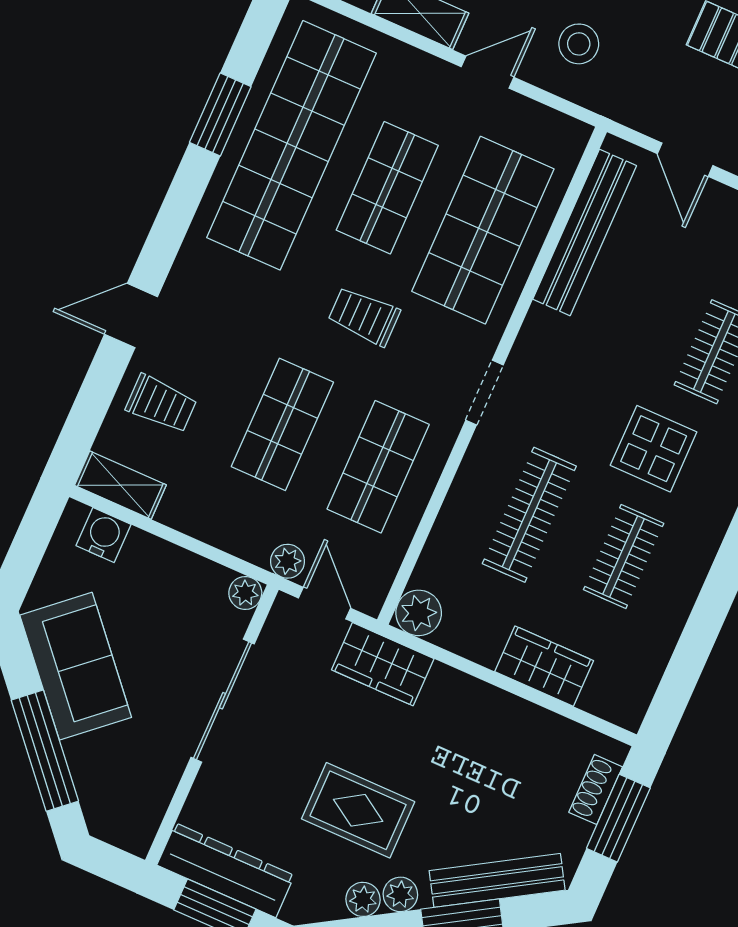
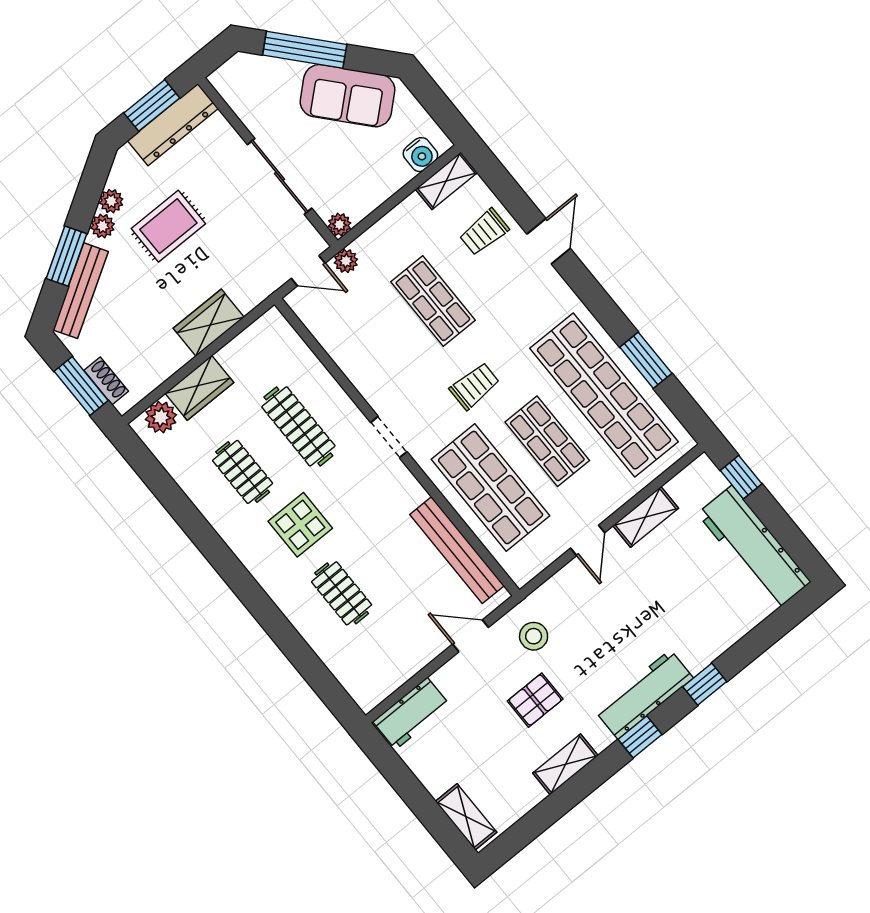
stool: (579, 44) -> (534, 636), moved
shop shelf: (378, 467) -> (376, 347), removed
plant: (419, 613) -> (161, 417), moved
wardrobe: (383, 664) -> (209, 323), moved

